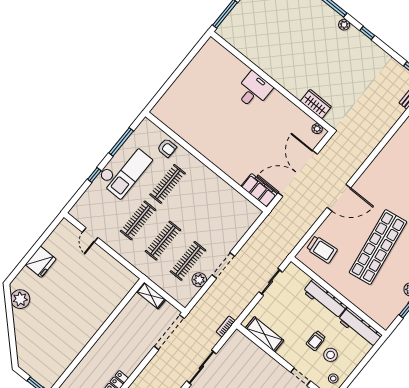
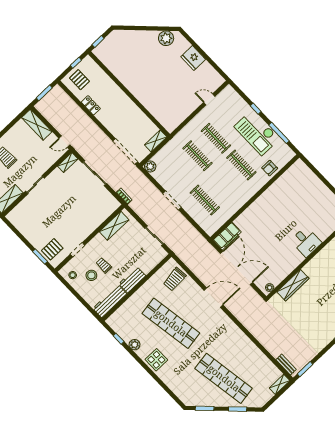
wardrobe: (316, 104) -> (293, 285), width x1.50
door: (339, 198) -> (214, 298), swing flipped
clothes rail: (188, 261) -> (205, 200), moved
plant: (199, 280) -> (150, 166), moved
workbench: (325, 299) -> (132, 280), width x0.73

